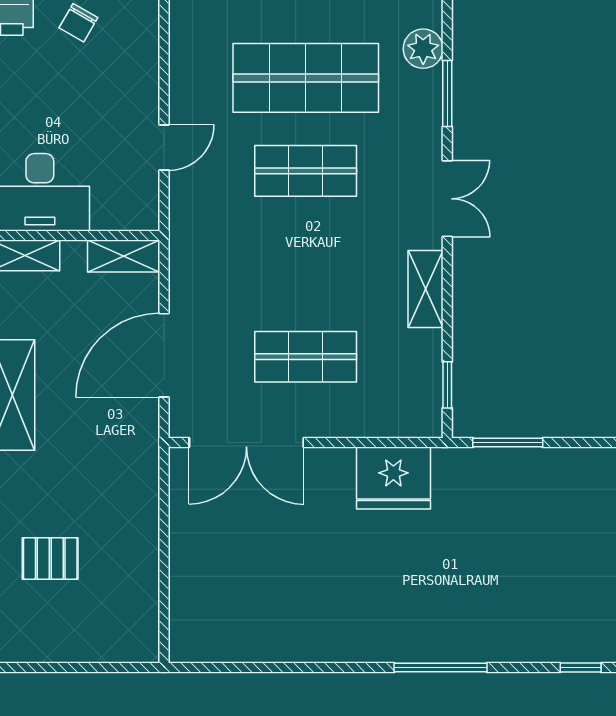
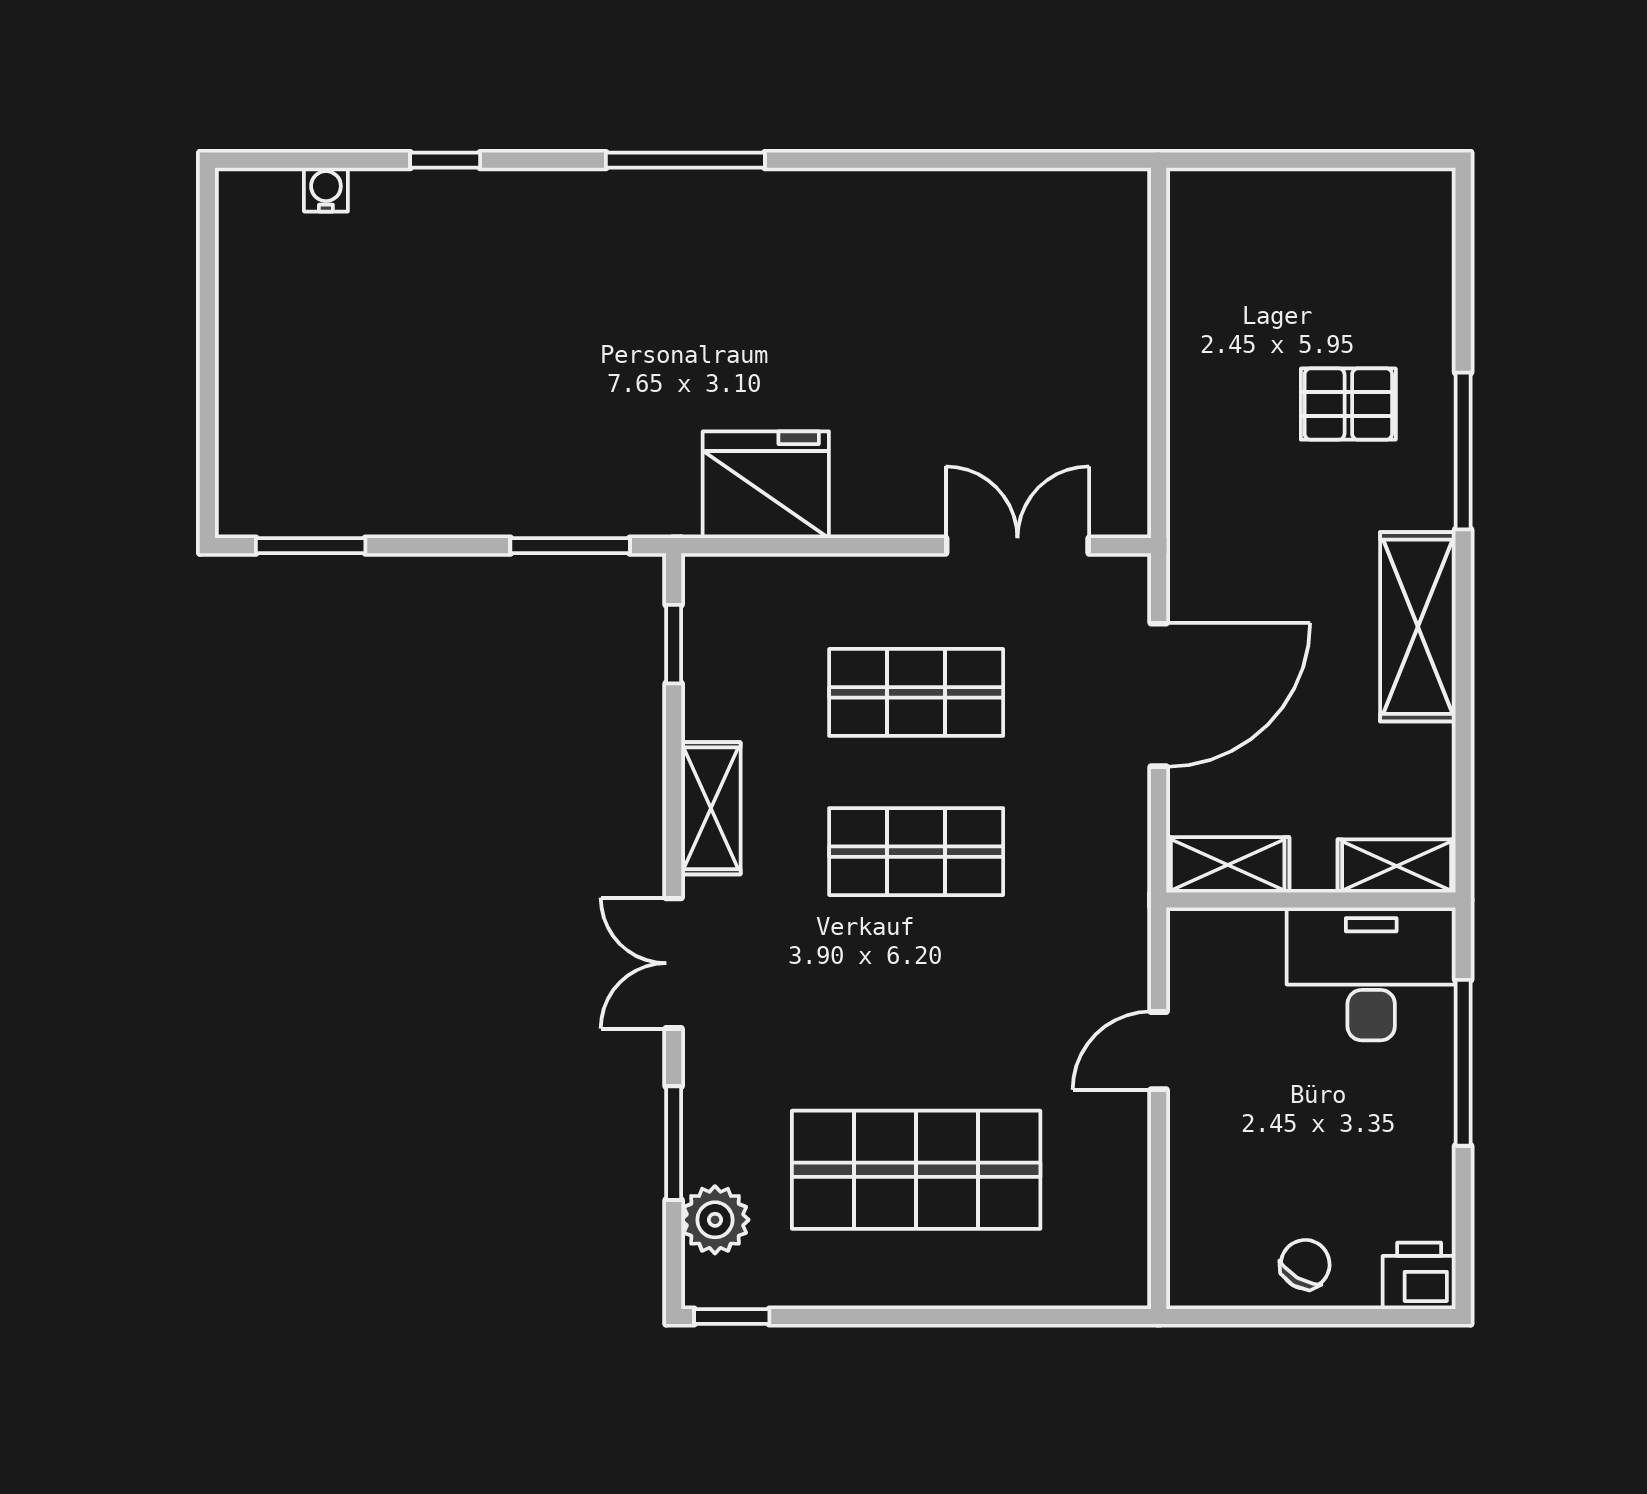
shop shelf: (306, 171) -> (916, 852), moved
double door: (246, 442) -> (1017, 546), width x0.73
pallet: (50, 559) -> (1348, 404), moved

